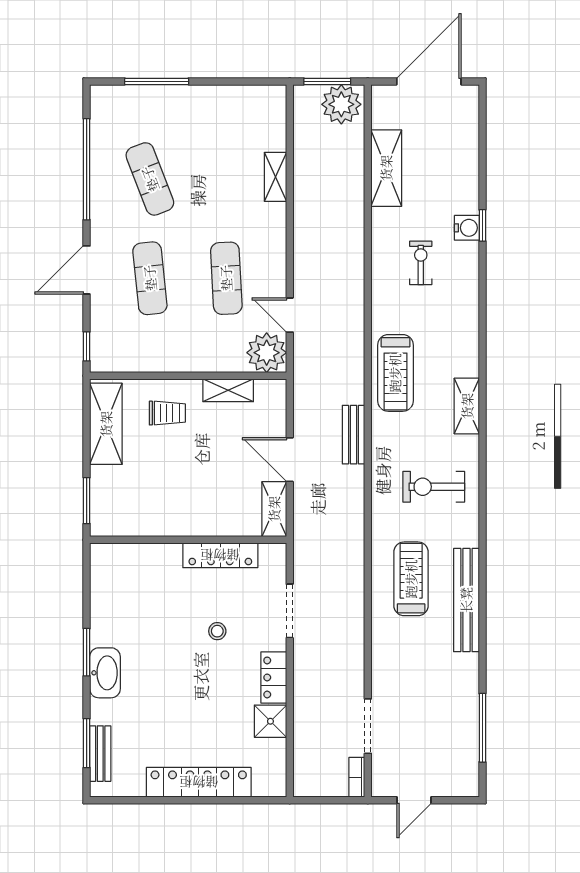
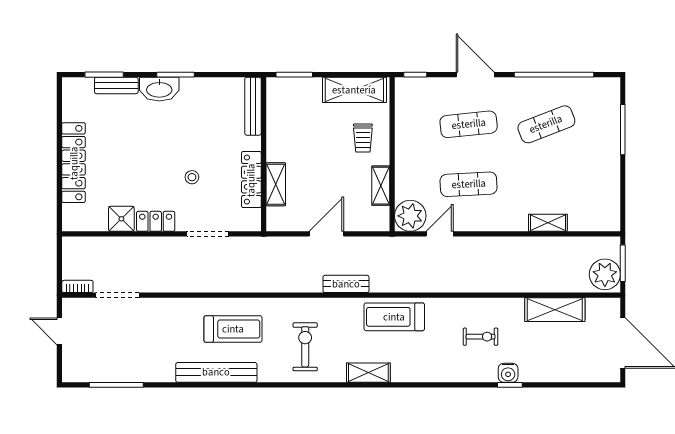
shelving: (274, 509) -> (276, 184), moved, turned 90
bench: (127, 553) -> (253, 106), added
bench: (100, 754) -> (116, 85), moved

